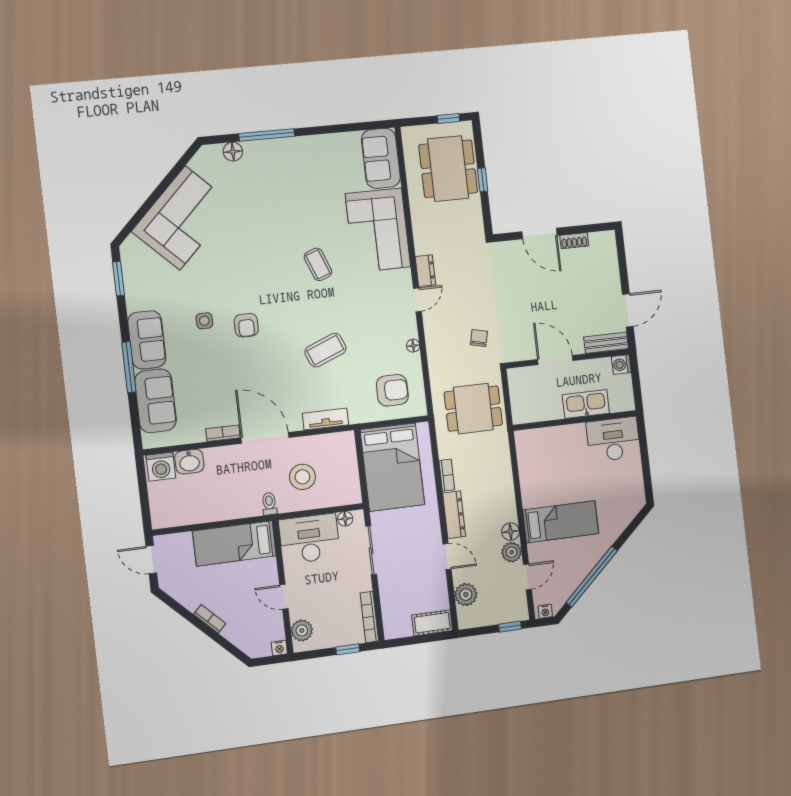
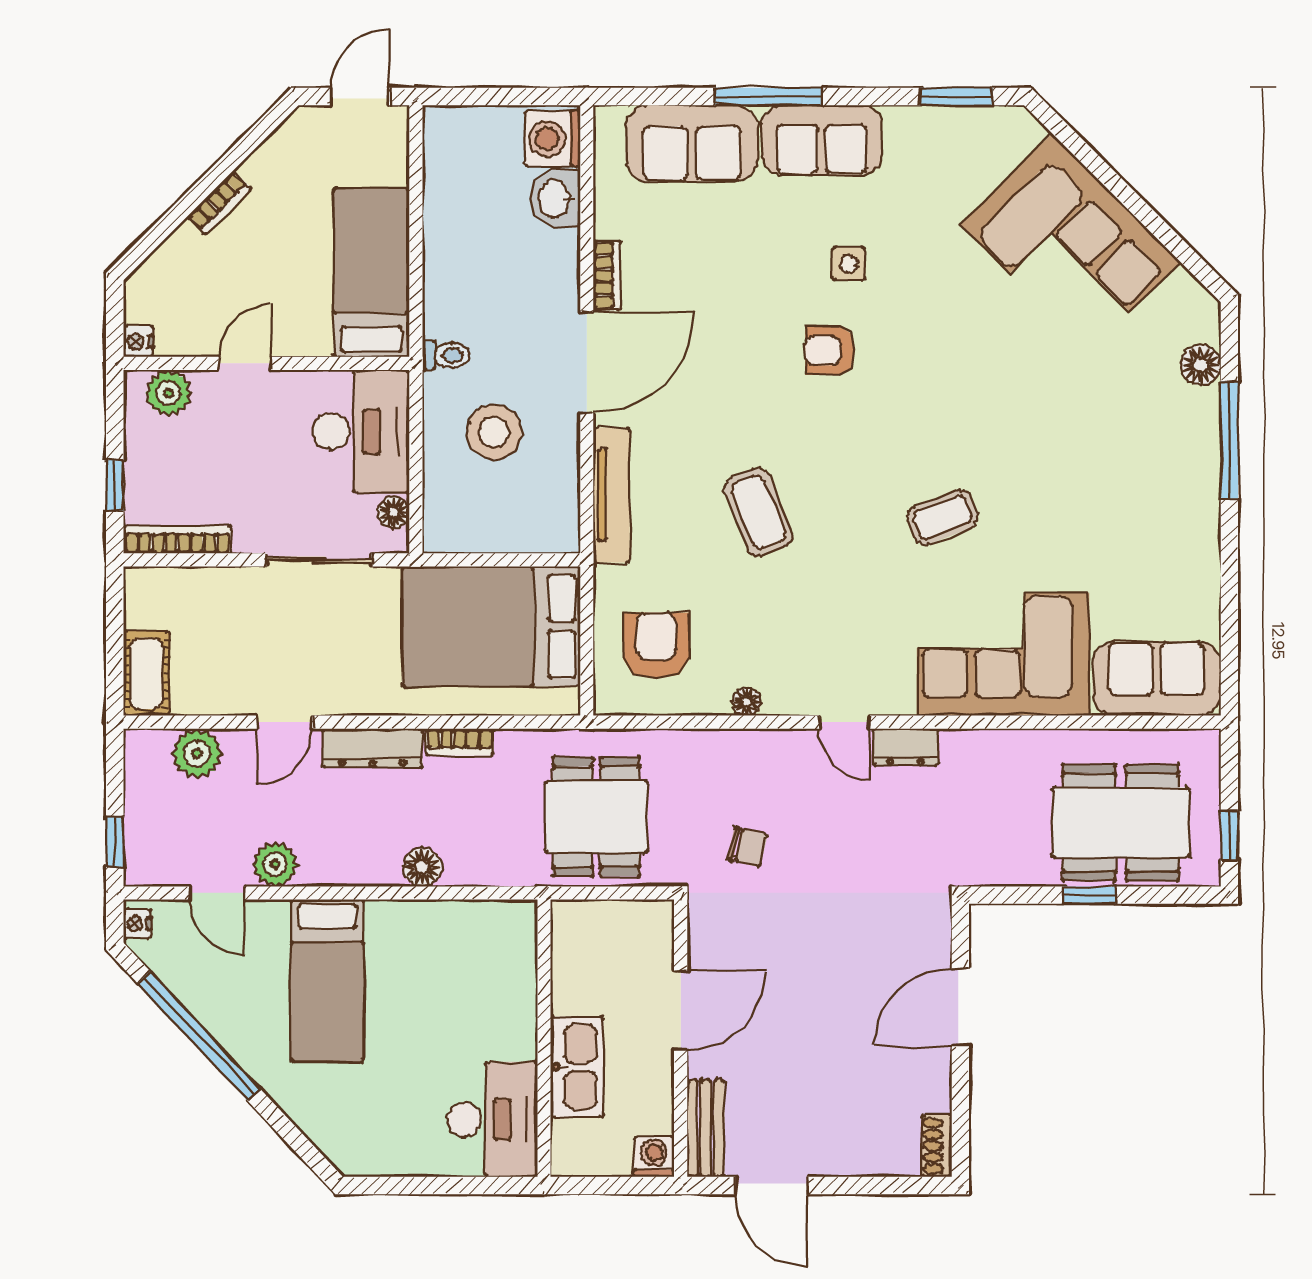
shoe rack: (574, 241) -> (937, 1146), moved
armchair: (392, 390) -> (656, 646), turned 180
tv unit: (325, 419) -> (611, 495), width x1.41
floor lamp: (510, 532) -> (422, 867), moved

